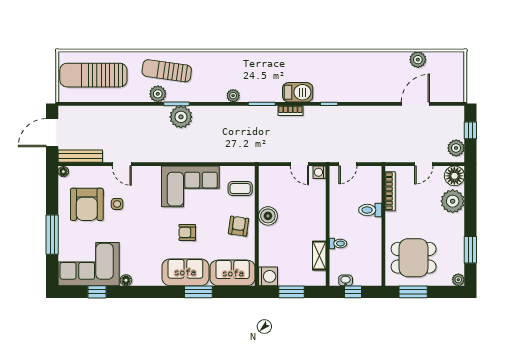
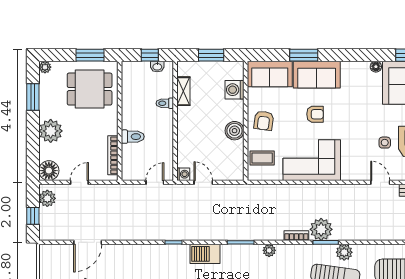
bookcase: (290, 111) -> (296, 236), moved
plant: (453, 201) -> (51, 131), moved
washing machine: (268, 276) -> (234, 90), moved

